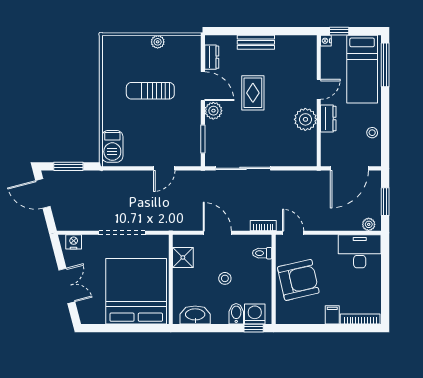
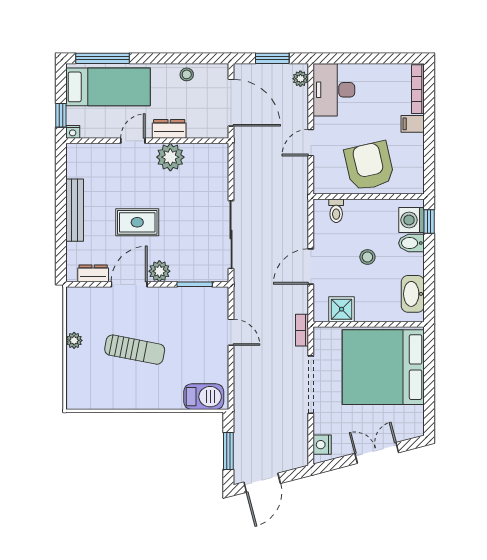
bench: (256, 42) -> (75, 210), width x1.36
door: (319, 89) -> (133, 141), hinge flipped
sun lounger: (150, 91) -> (135, 350), turned -79
bookcase: (263, 226) -> (302, 330), moved
door: (293, 233) -> (311, 143), moved

